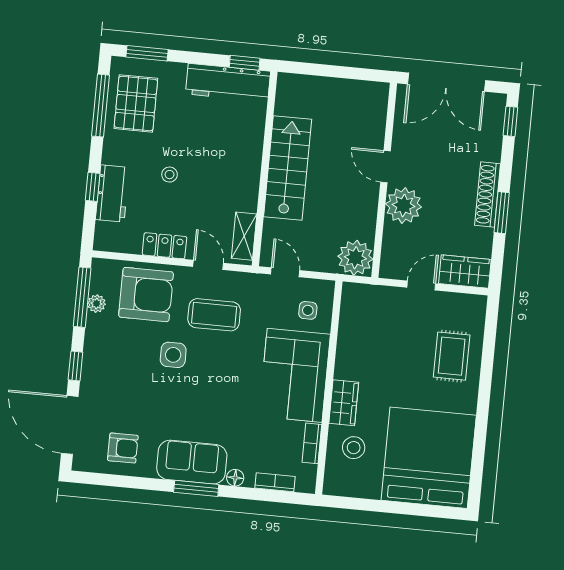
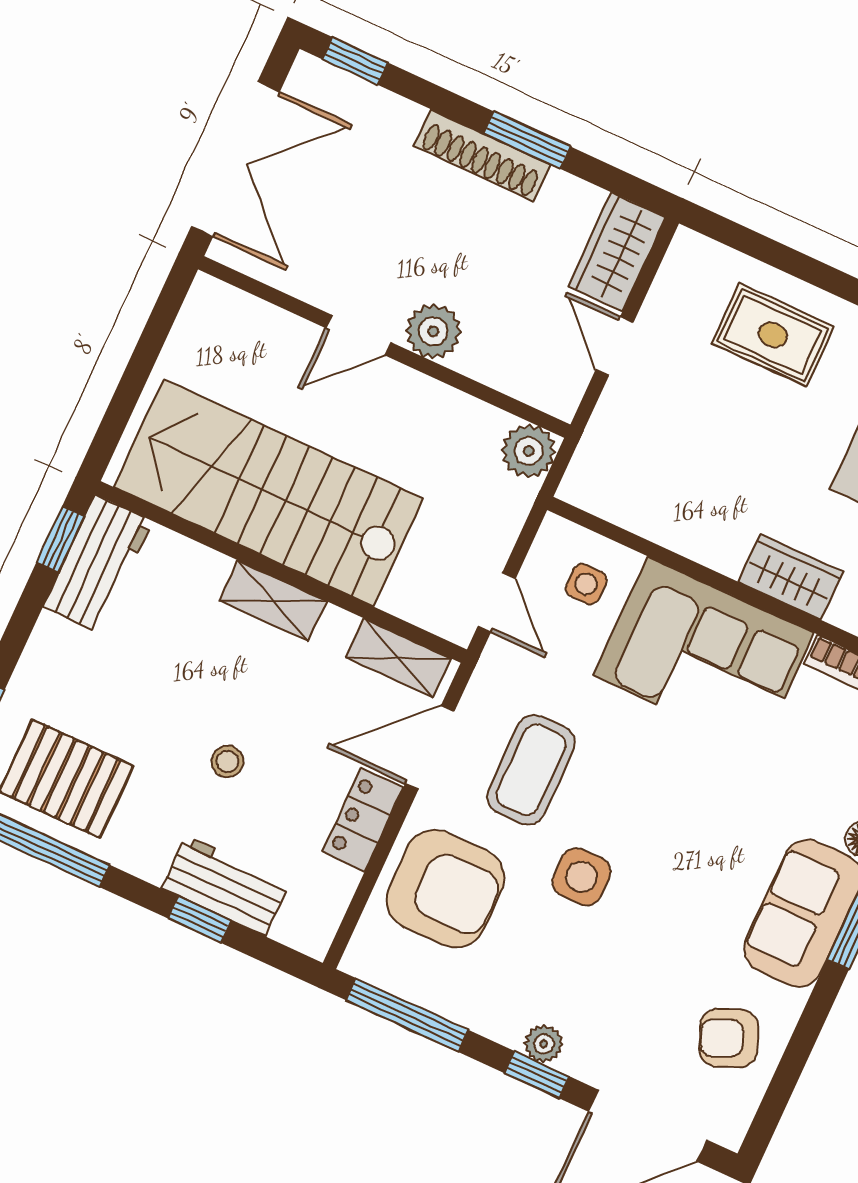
workbench: (228, 83) -> (98, 564), width x0.73
stairs: (288, 168) -> (269, 493), width x1.36, depth x1.51
shelving: (250, 170) -> (273, 601), added
plant: (404, 205) -> (433, 331), width x0.73, depth x0.73
plant: (355, 258) -> (529, 451), width x0.73, depth x0.73
door: (208, 265) -> (430, 747), width x1.38
door: (285, 272) -> (497, 602), swing flipped
armchair: (146, 295) -> (445, 889), turned 90
plant: (97, 304) -> (544, 1044), moved
armchair: (123, 448) -> (729, 1038), turned -114

